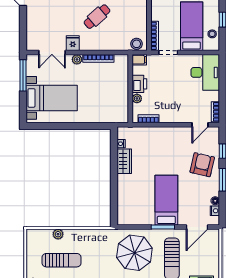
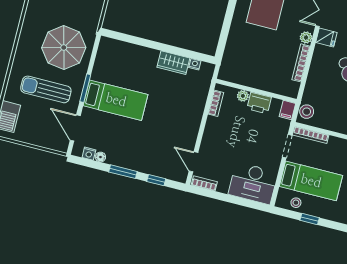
armchair: (202, 165) -> (146, 153), removed

